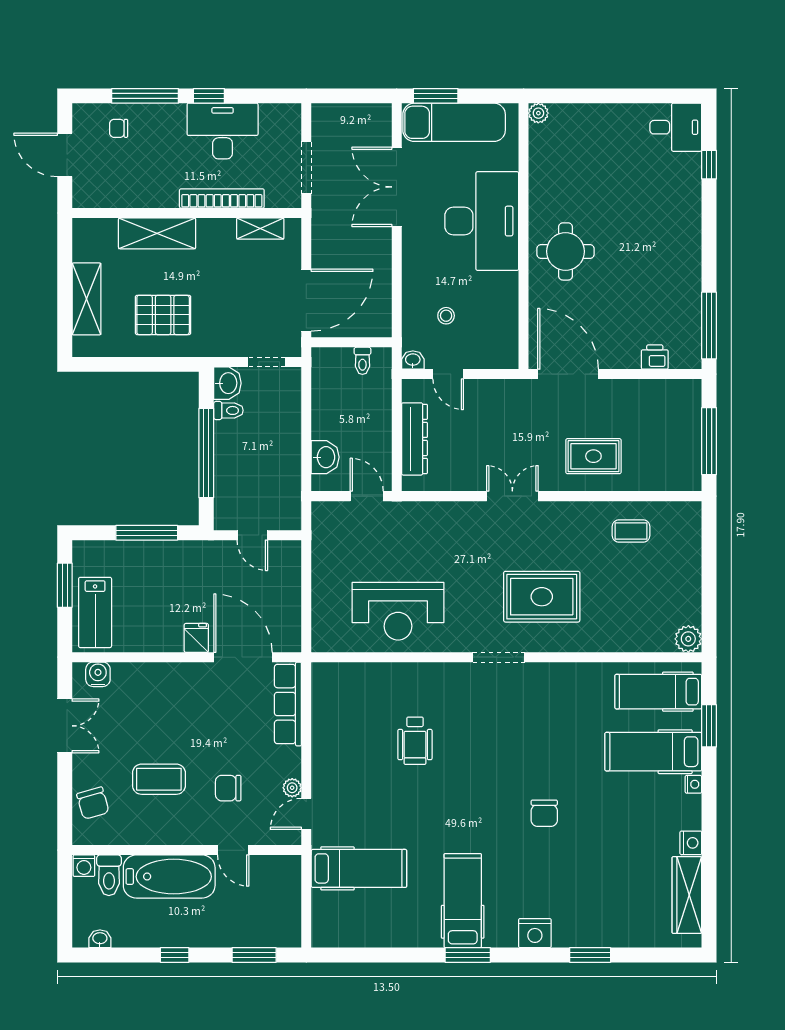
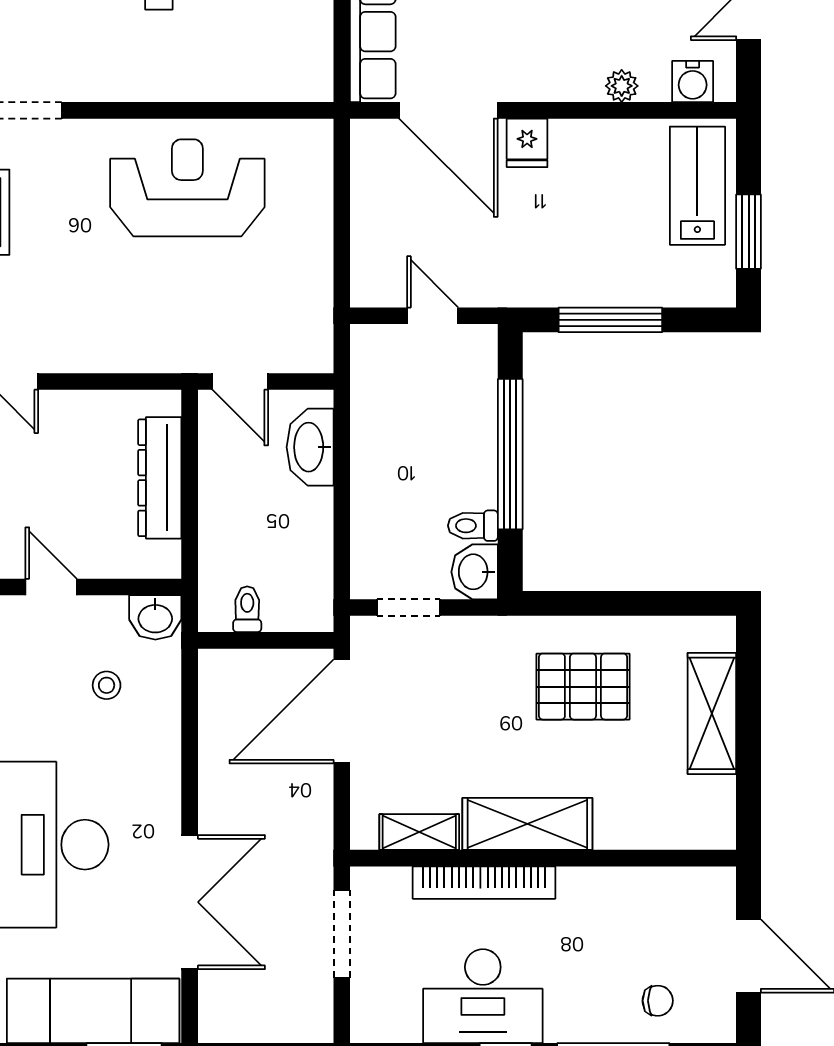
shelving: (157, 233) -> (527, 824), moved
washbasin: (413, 360) -> (155, 617), width x1.38, depth x1.45
door: (448, 374) -> (51, 587), moved
washbasin: (325, 457) -> (310, 447), width x1.38
plant: (140, 672) -> (622, 86), added

